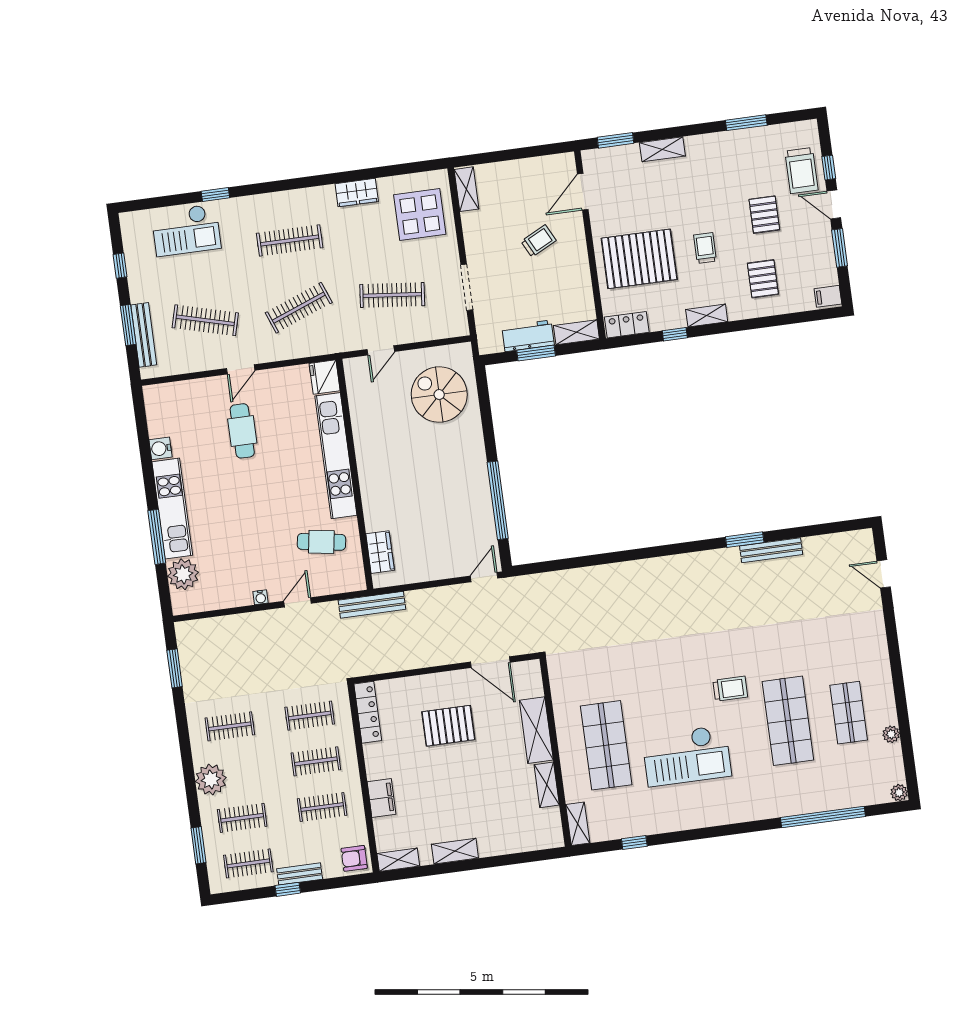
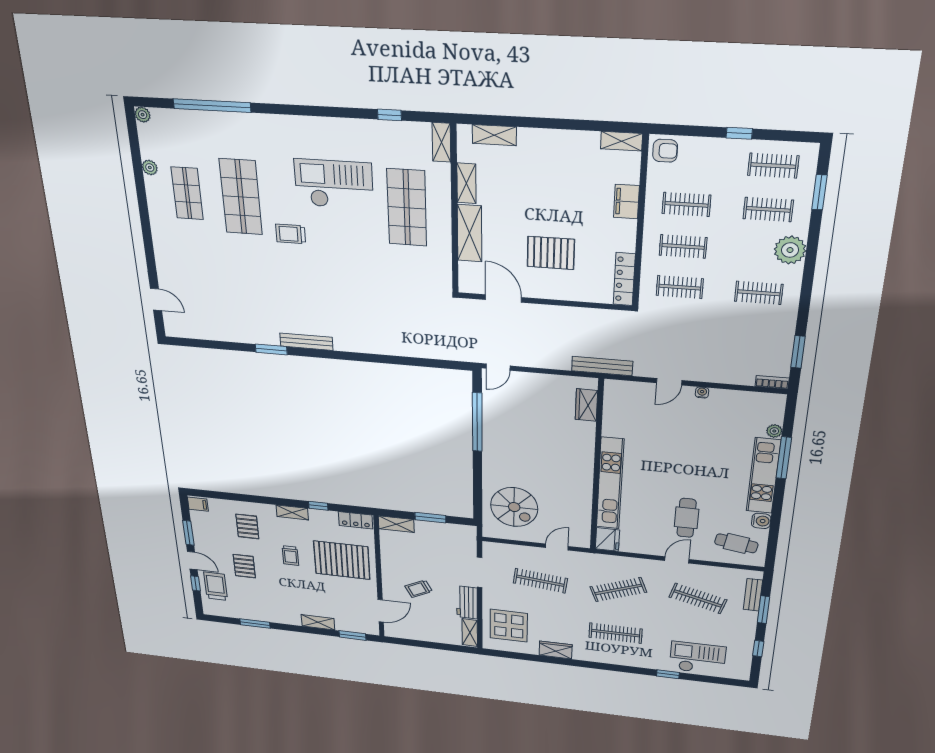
bench: (144, 335) -> (753, 595), width x0.73
workbench: (528, 336) -> (467, 602), moved, turned 90
cafe table: (321, 542) -> (736, 543), moved
bench: (771, 550) -> (306, 342), moved
plant: (183, 574) -> (774, 431), width x0.53, depth x0.53
bookcase: (192, 627) -> (772, 382), added
shelving: (455, 851) -> (494, 135), moved
bench: (300, 874) -> (724, 146), removed

